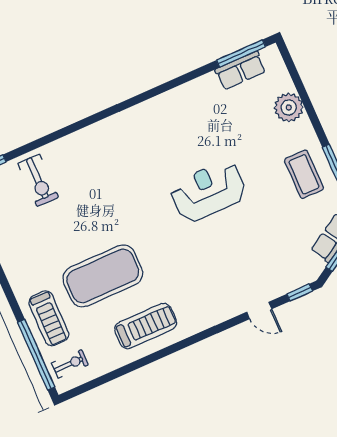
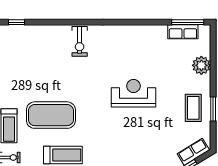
exercise bike: (38, 180) -> (80, 41), moved

